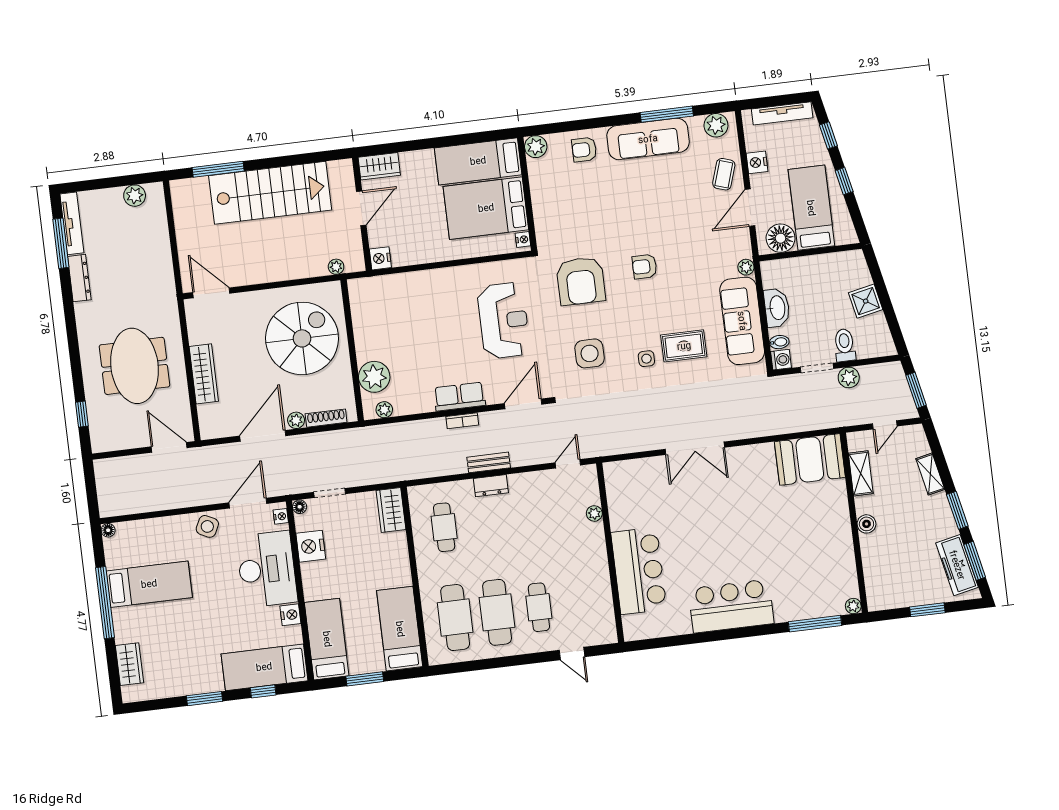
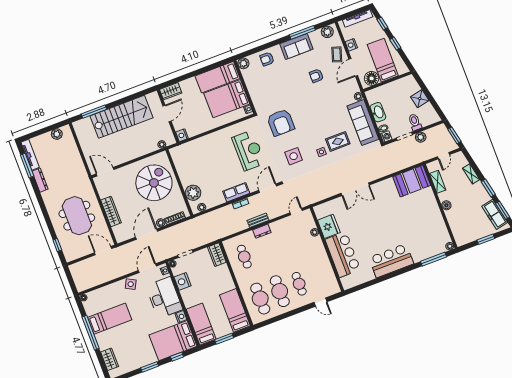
sofa: (648, 139) -> (296, 46), width x0.73
armchair: (645, 267) -> (316, 76), moved
fridge: (625, 509) -> (329, 226), added
bed: (264, 667) -> (173, 341), width x1.50

